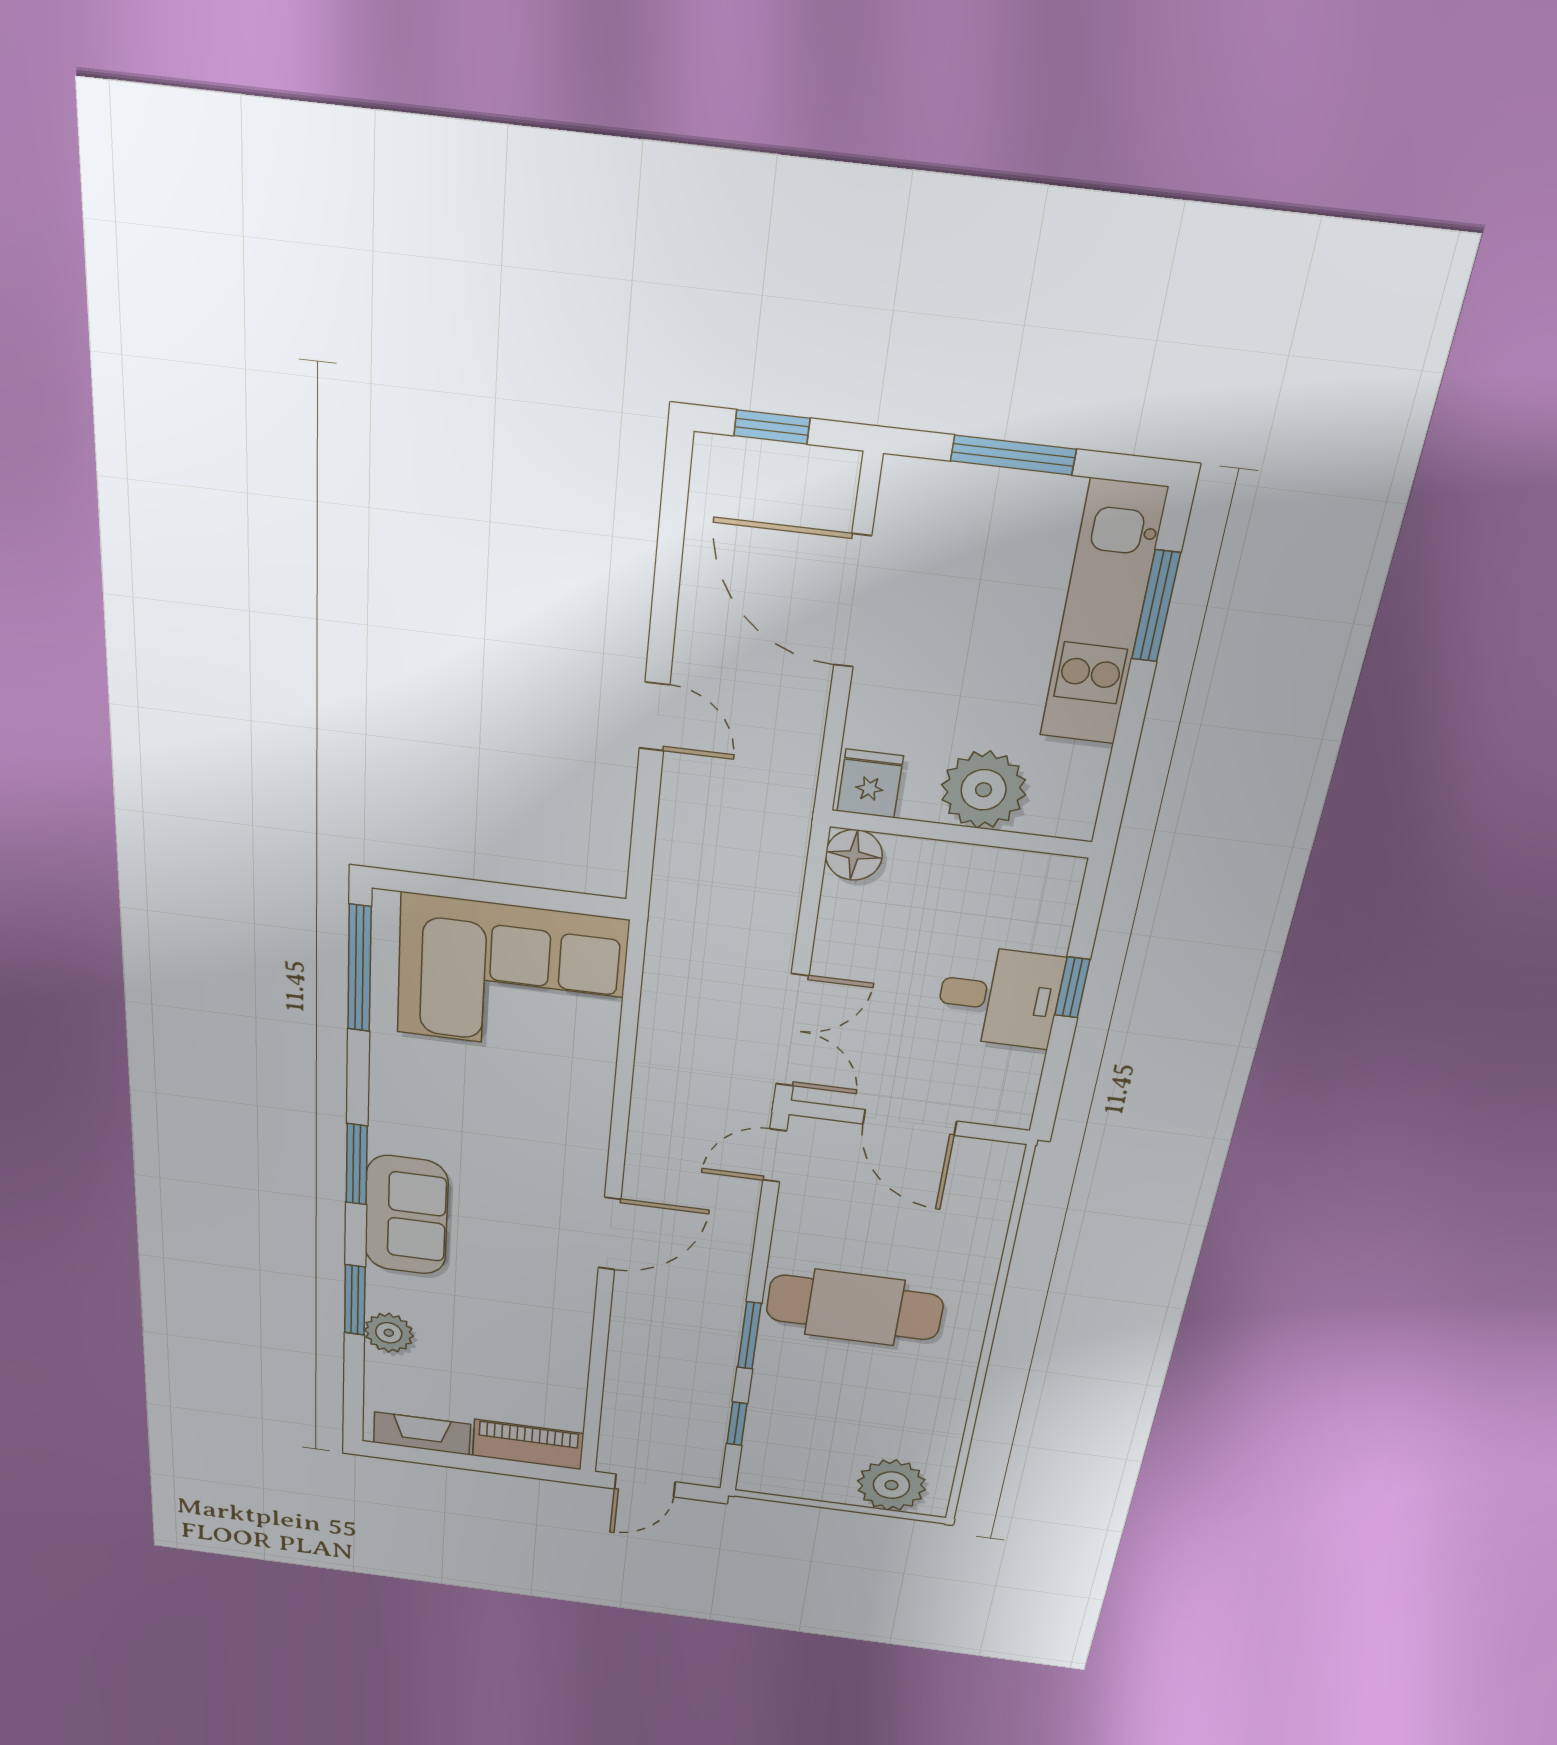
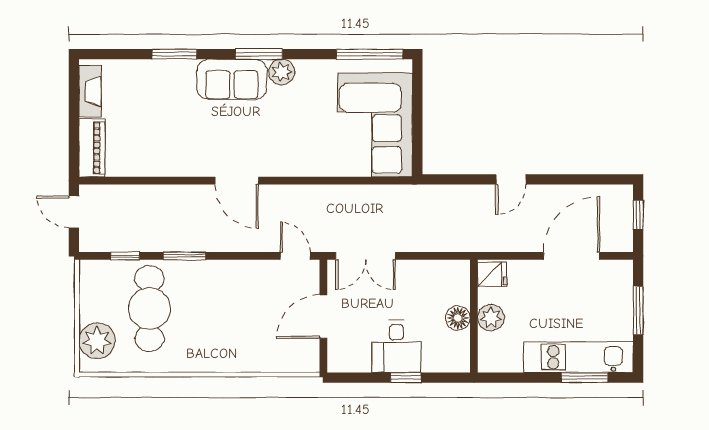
plant: (984, 790) -> (491, 318), width x0.73, depth x0.73
floor lamp: (854, 855) -> (458, 318), moved
cafe table: (855, 1308) -> (149, 308), moved
plant: (389, 1333) -> (282, 72), moved

